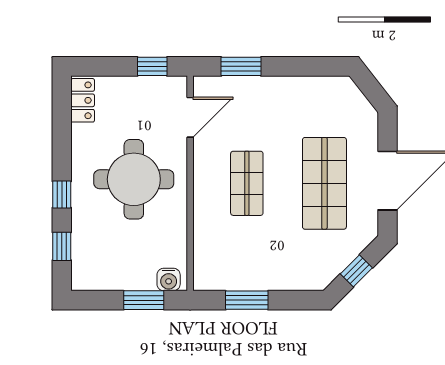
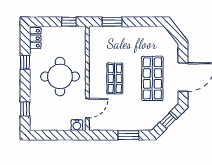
door: (190, 117) -> (87, 108), moved
window: (62, 195) -> (25, 62), moved
window: (144, 300) -> (65, 135), removed
window: (247, 300) -> (128, 135), moved

